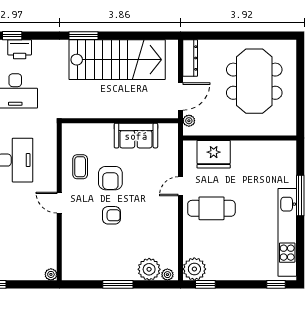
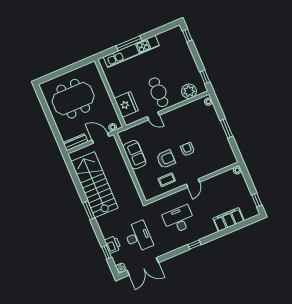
kitchen unit: (287, 232) -> (131, 51), moved
plant: (149, 269) -> (210, 114), removed
plant: (194, 269) -> (189, 91), moved

